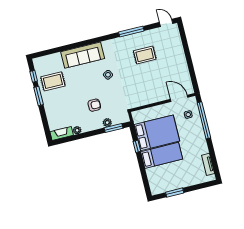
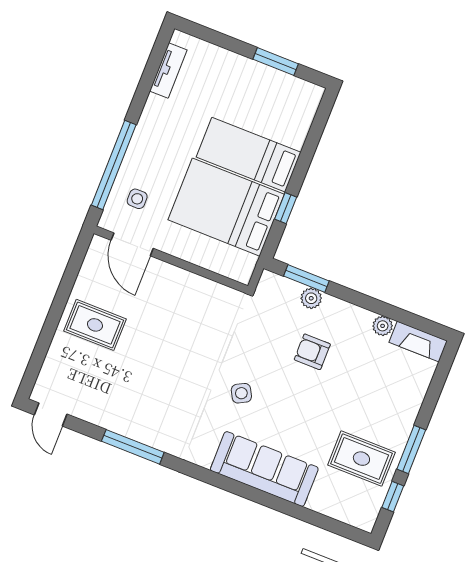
rug: (145, 55) -> (95, 325), moved

